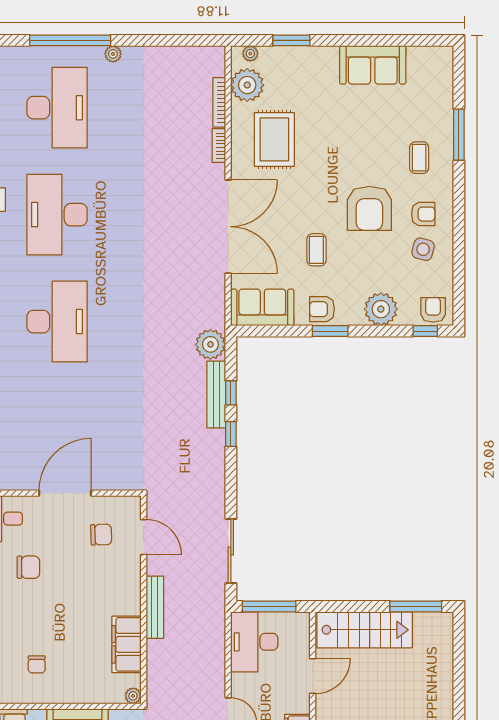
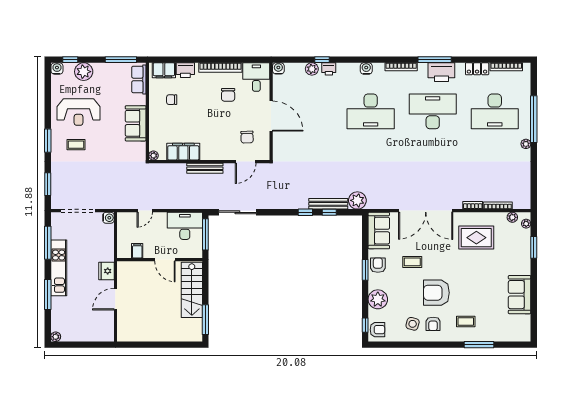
plant: (247, 85) -> (512, 217), width x0.53, depth x0.53

